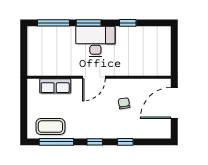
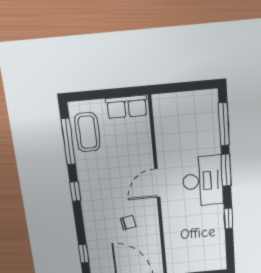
door: (94, 77) -> (157, 183), hinge flipped
row of seats: (55, 86) -> (127, 107), moved, turned -90
window: (125, 142) -> (84, 254), moved

